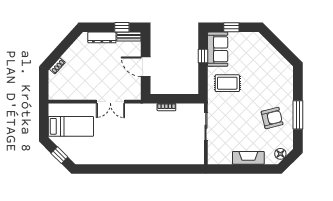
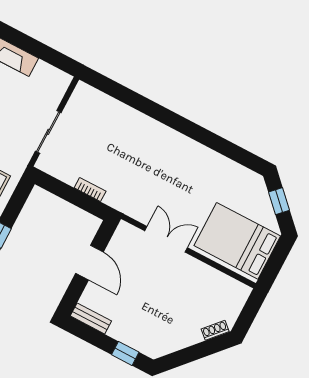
window: (122, 27) -> (125, 353), moved
dresser: (102, 37) -> (130, 337), removed
bed: (71, 126) -> (237, 241), width x1.50

